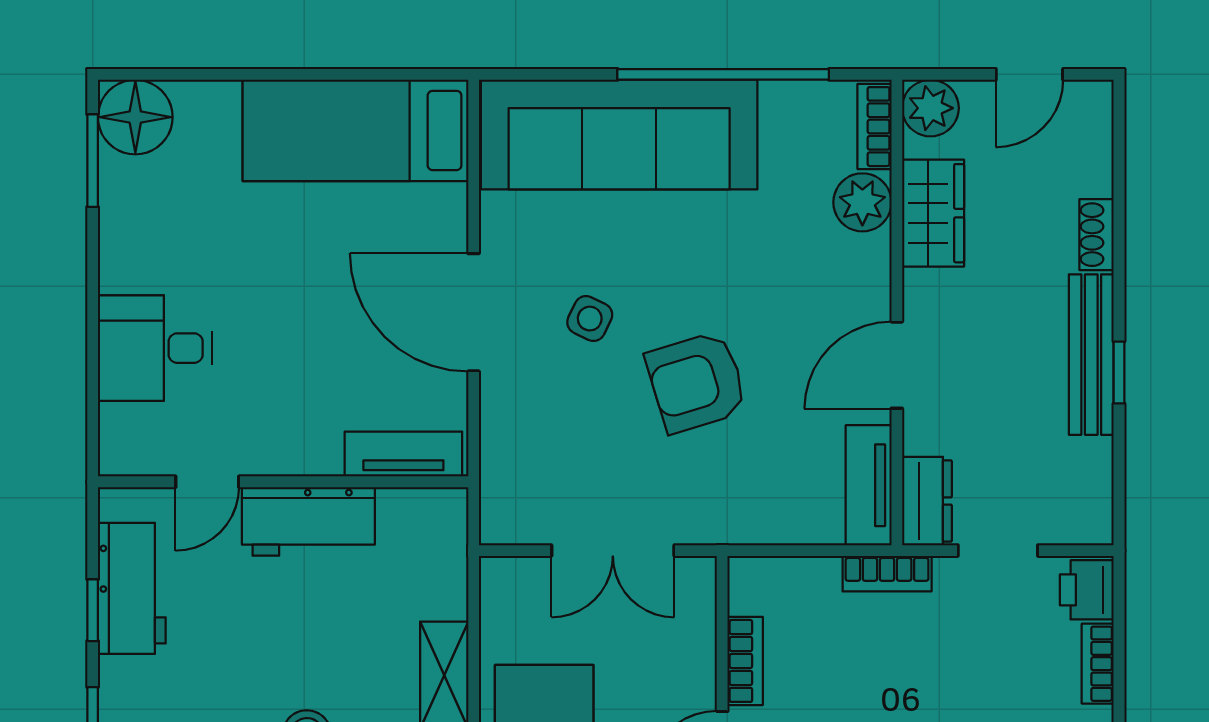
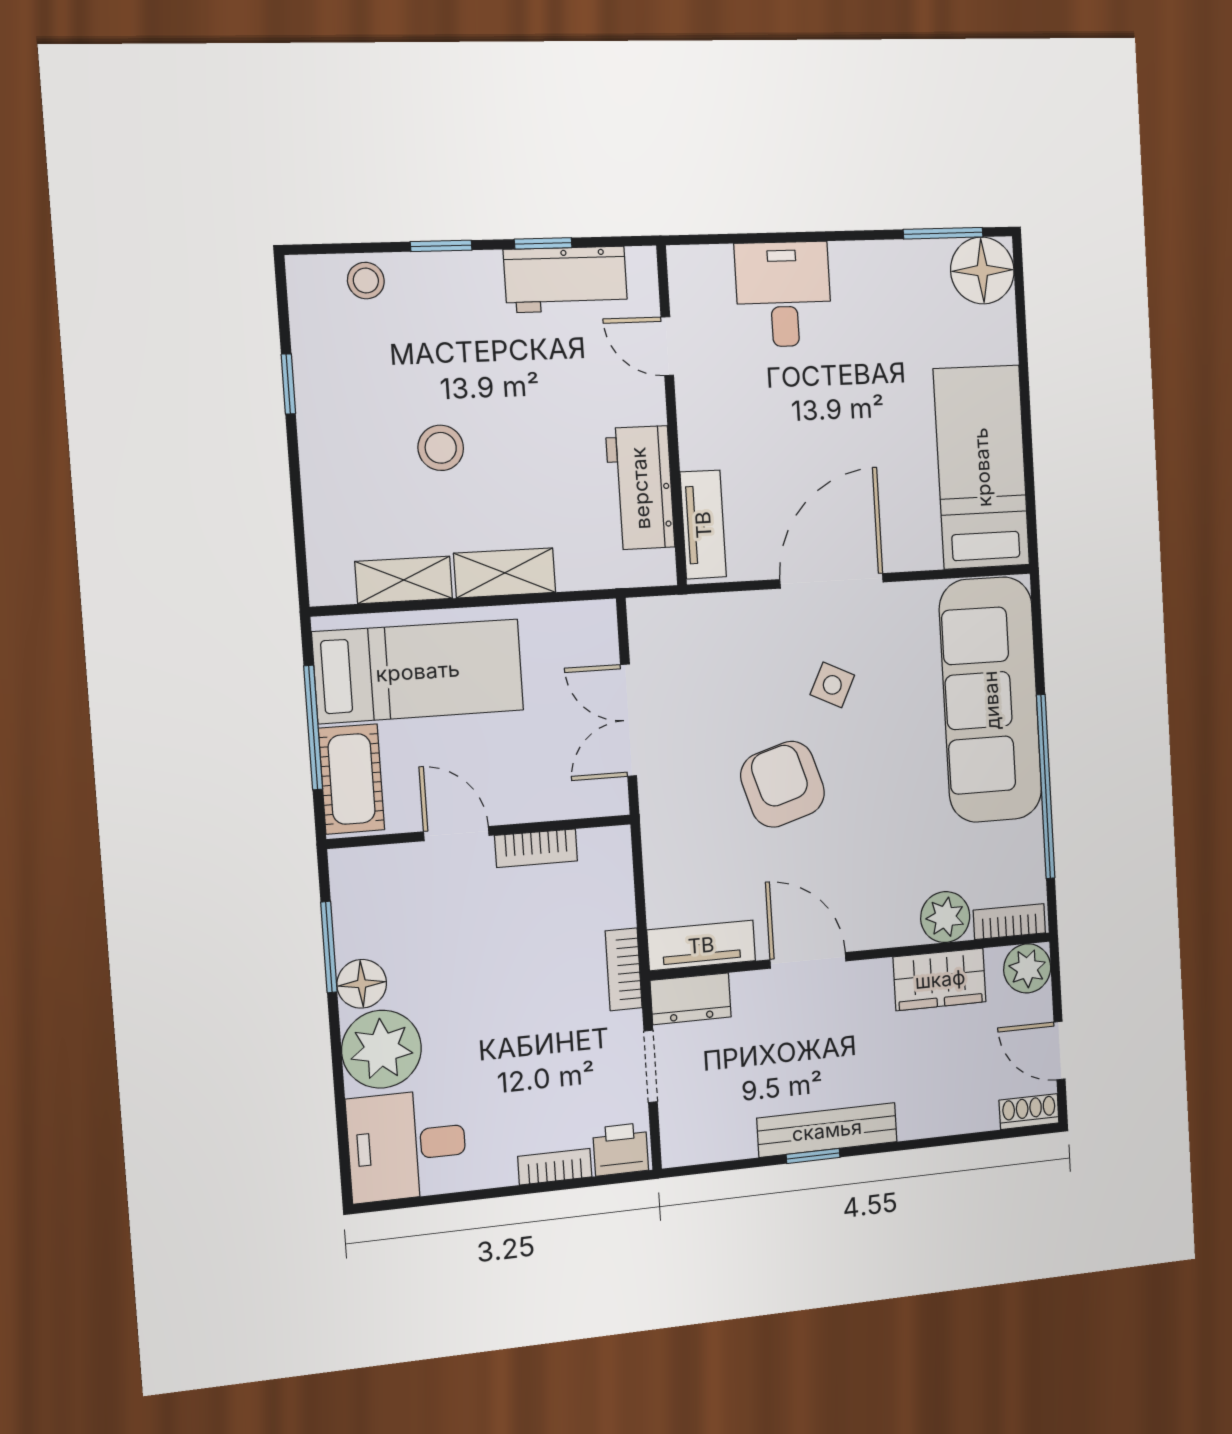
shoe rack: (1097, 235) -> (1029, 1112), moved
workbench: (308, 521) -> (640, 488), moved

